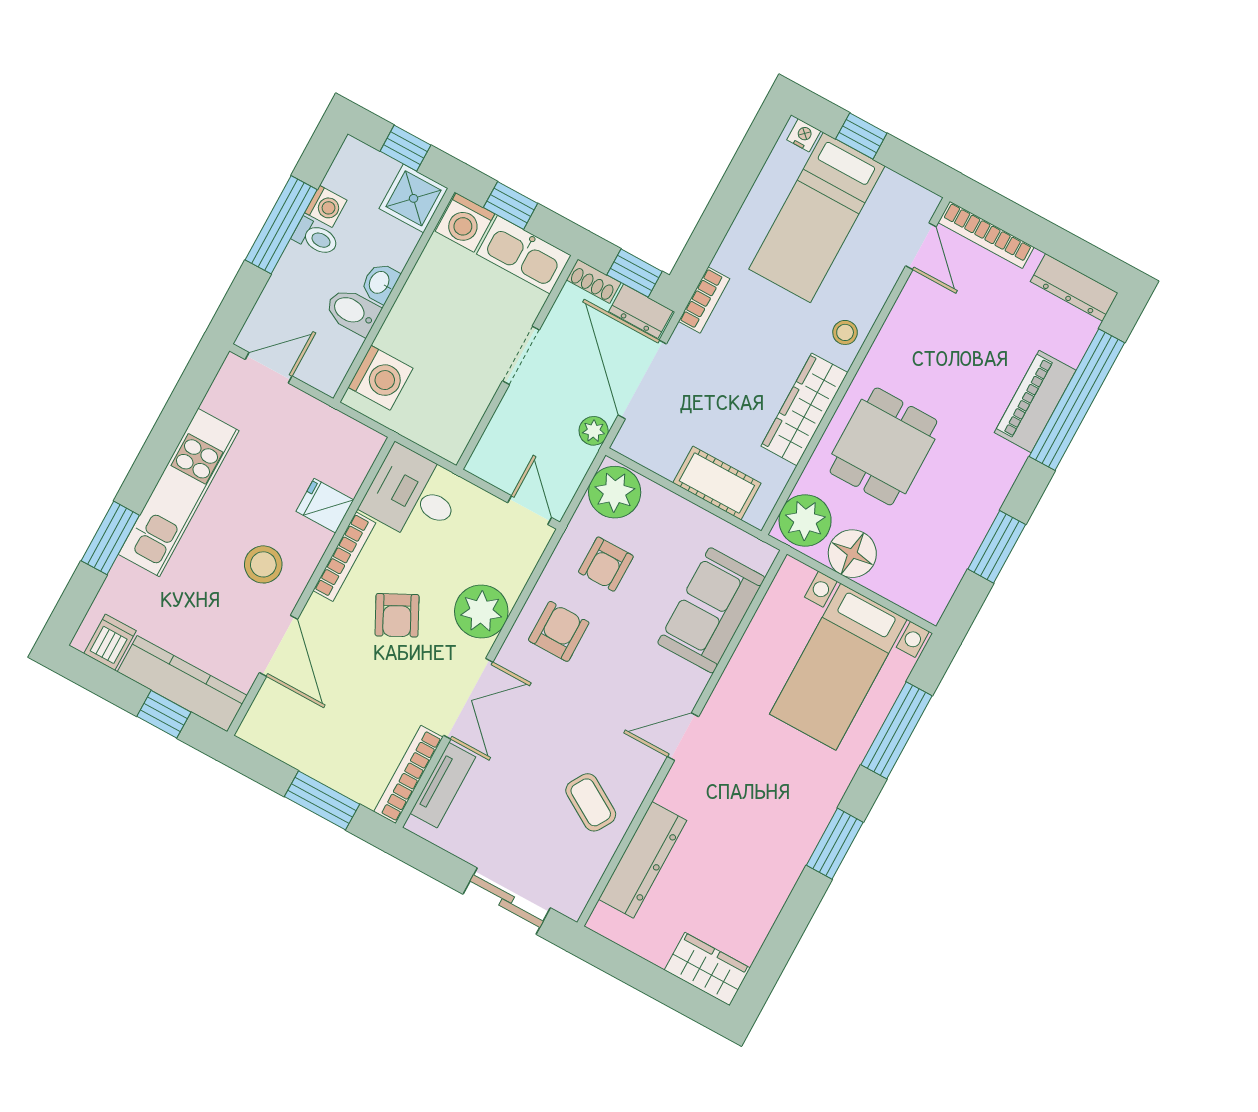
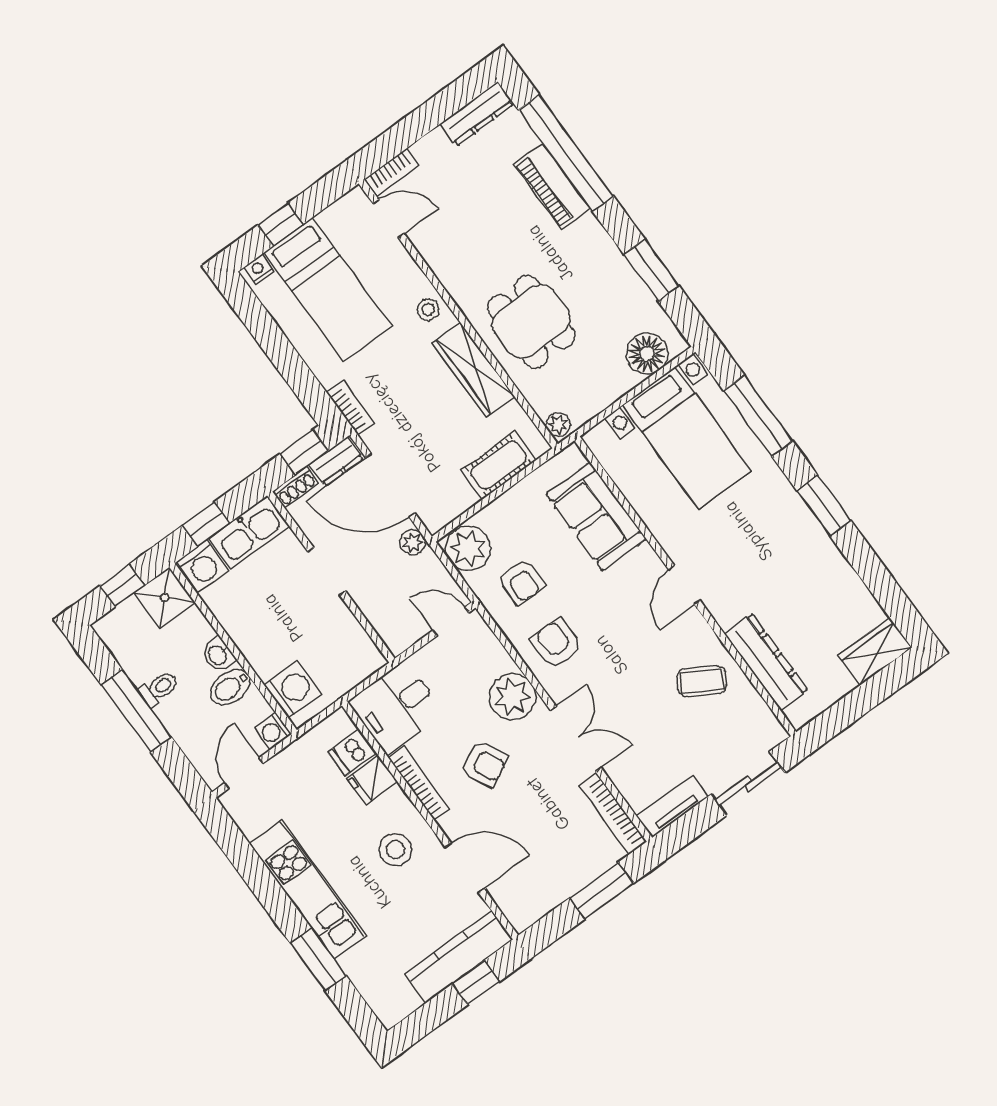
washing machine: (326, 206) -> (273, 731), moved, turned 180
bookcase: (986, 235) -> (392, 172), width x0.64
plant: (805, 520) -> (558, 425), width x0.53, depth x0.53
floor lamp: (852, 554) -> (647, 354), moved
dishwasher: (110, 642) -> (352, 752), moved, turned -90
tv unit: (443, 785) -> (672, 806), moved, turned -90

